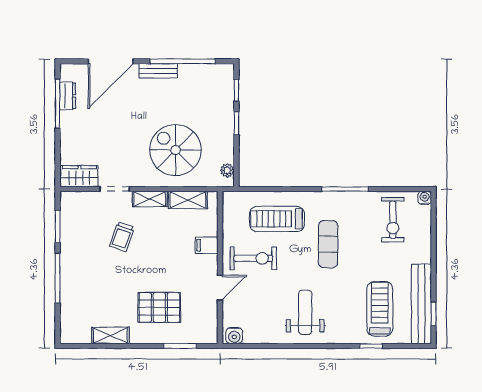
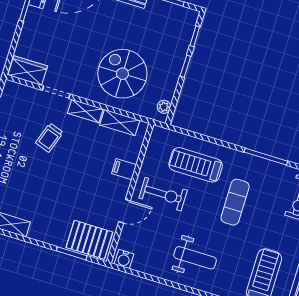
pallet: (159, 307) -> (89, 240), moved
weight bench: (305, 312) -> (195, 258), turned 90

